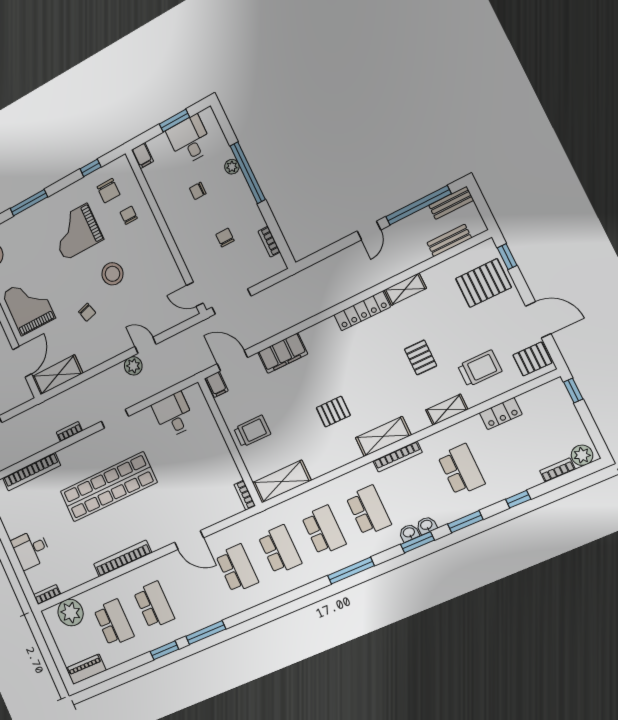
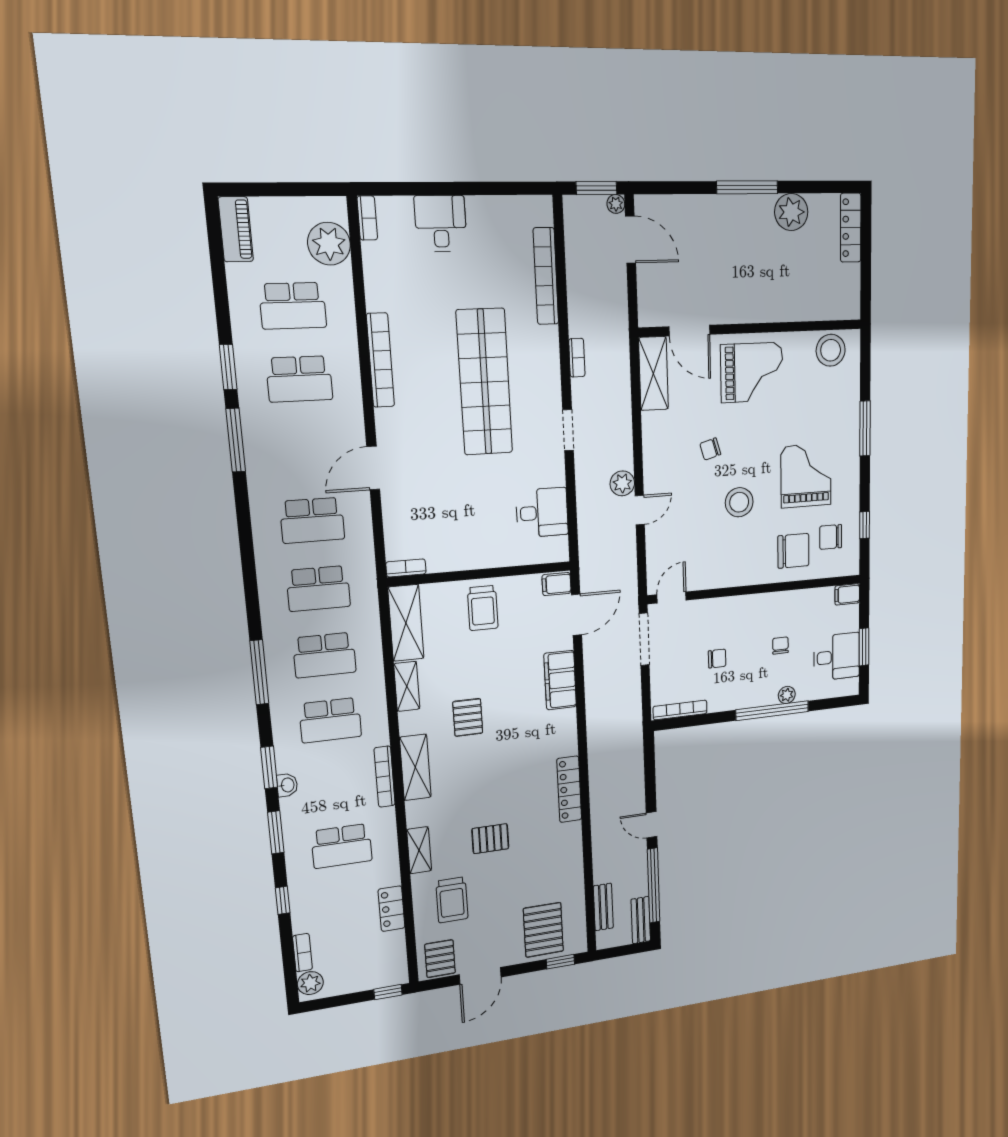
chair: (129, 215) -> (793, 551), width x1.87, depth x1.87
bookcase: (269, 242) -> (680, 710), width x1.56
shelving: (405, 289) -> (407, 686), moved
washbasin: (409, 533) -> (285, 761), removed

